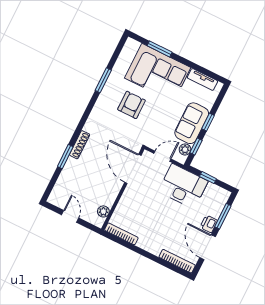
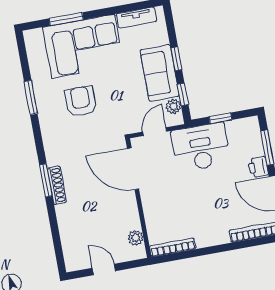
window: (65, 157) -> (46, 180), moved

